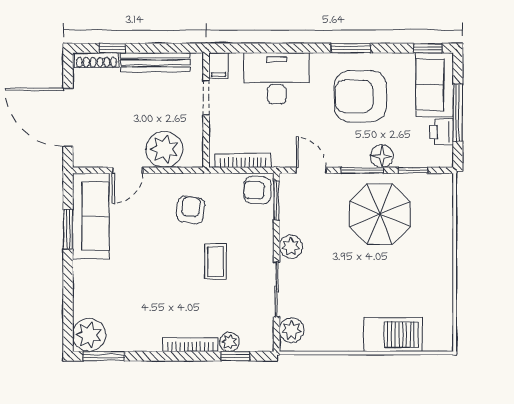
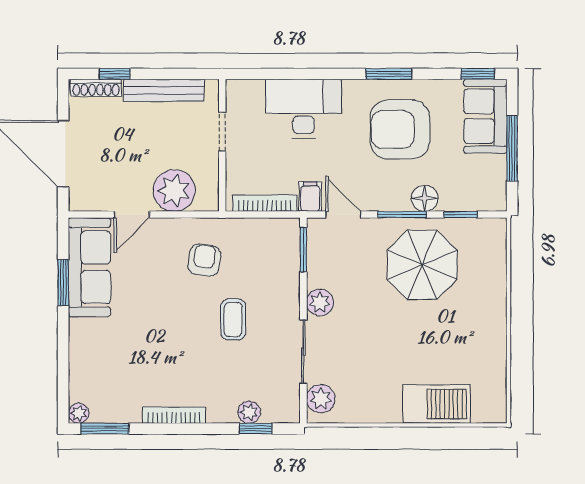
filing cabinet: (219, 66) -> (310, 197), moved, turned 180
printer: (441, 132) -> (493, 170), removed
armchair: (257, 190) -> (281, 238), removed
plant: (89, 335) -> (79, 413), width x0.53, depth x0.53
bookcase: (190, 345) -> (174, 415), moved

